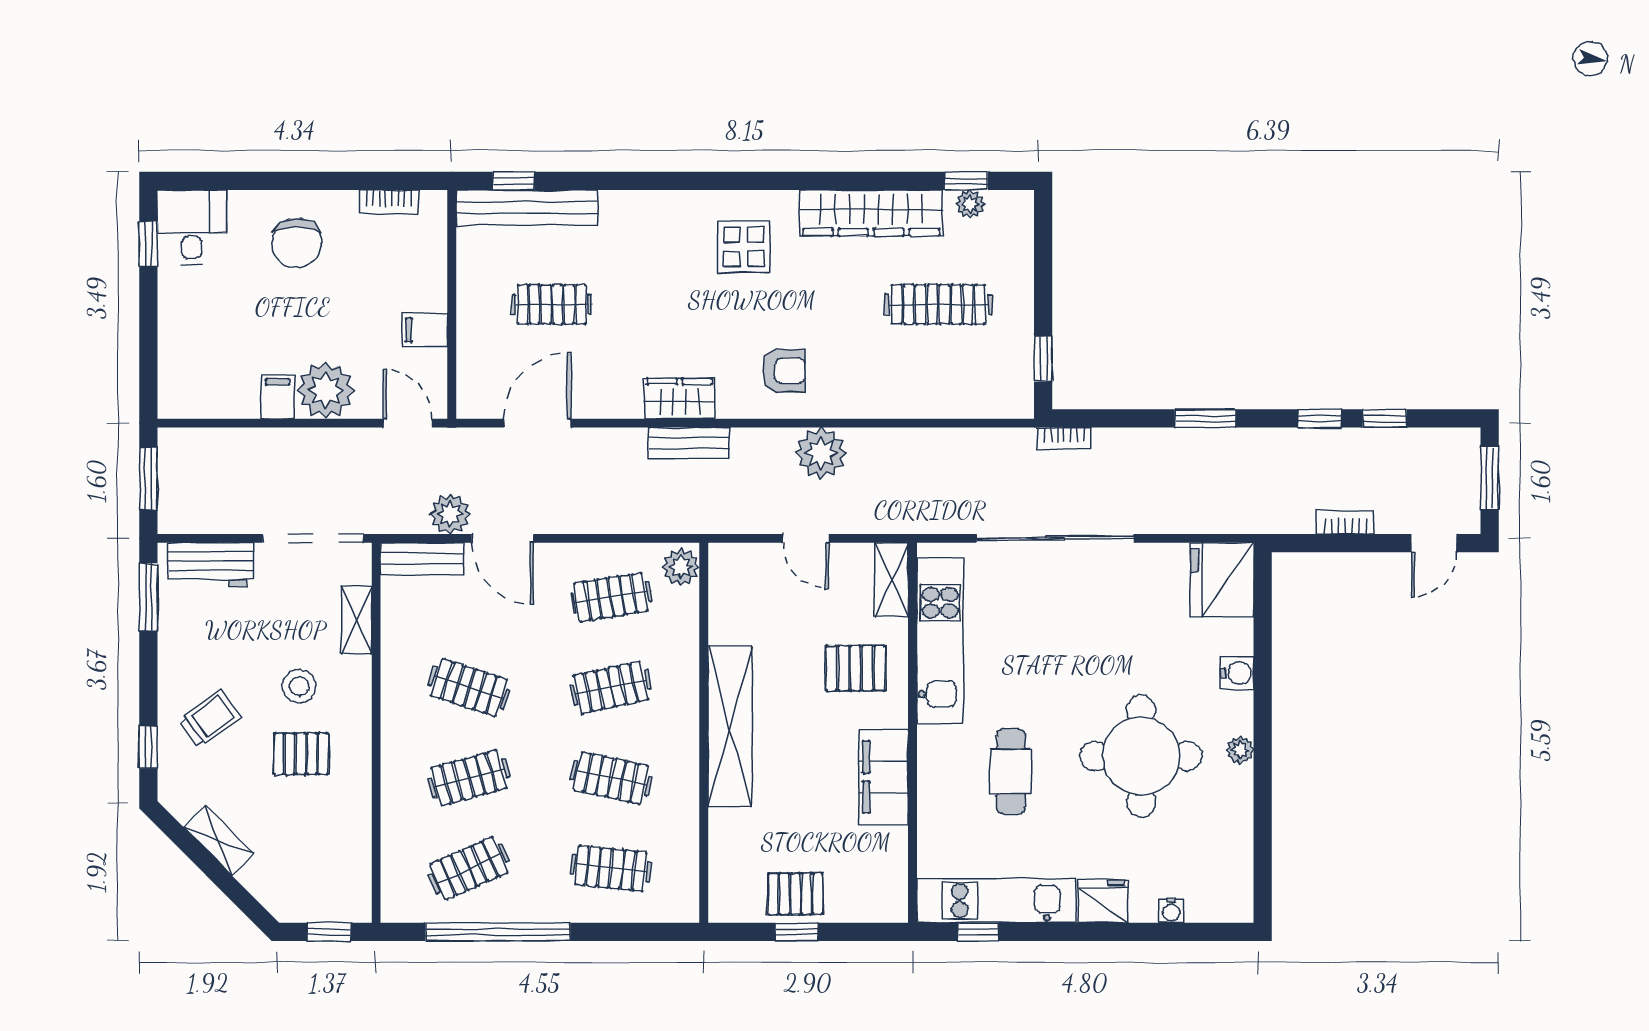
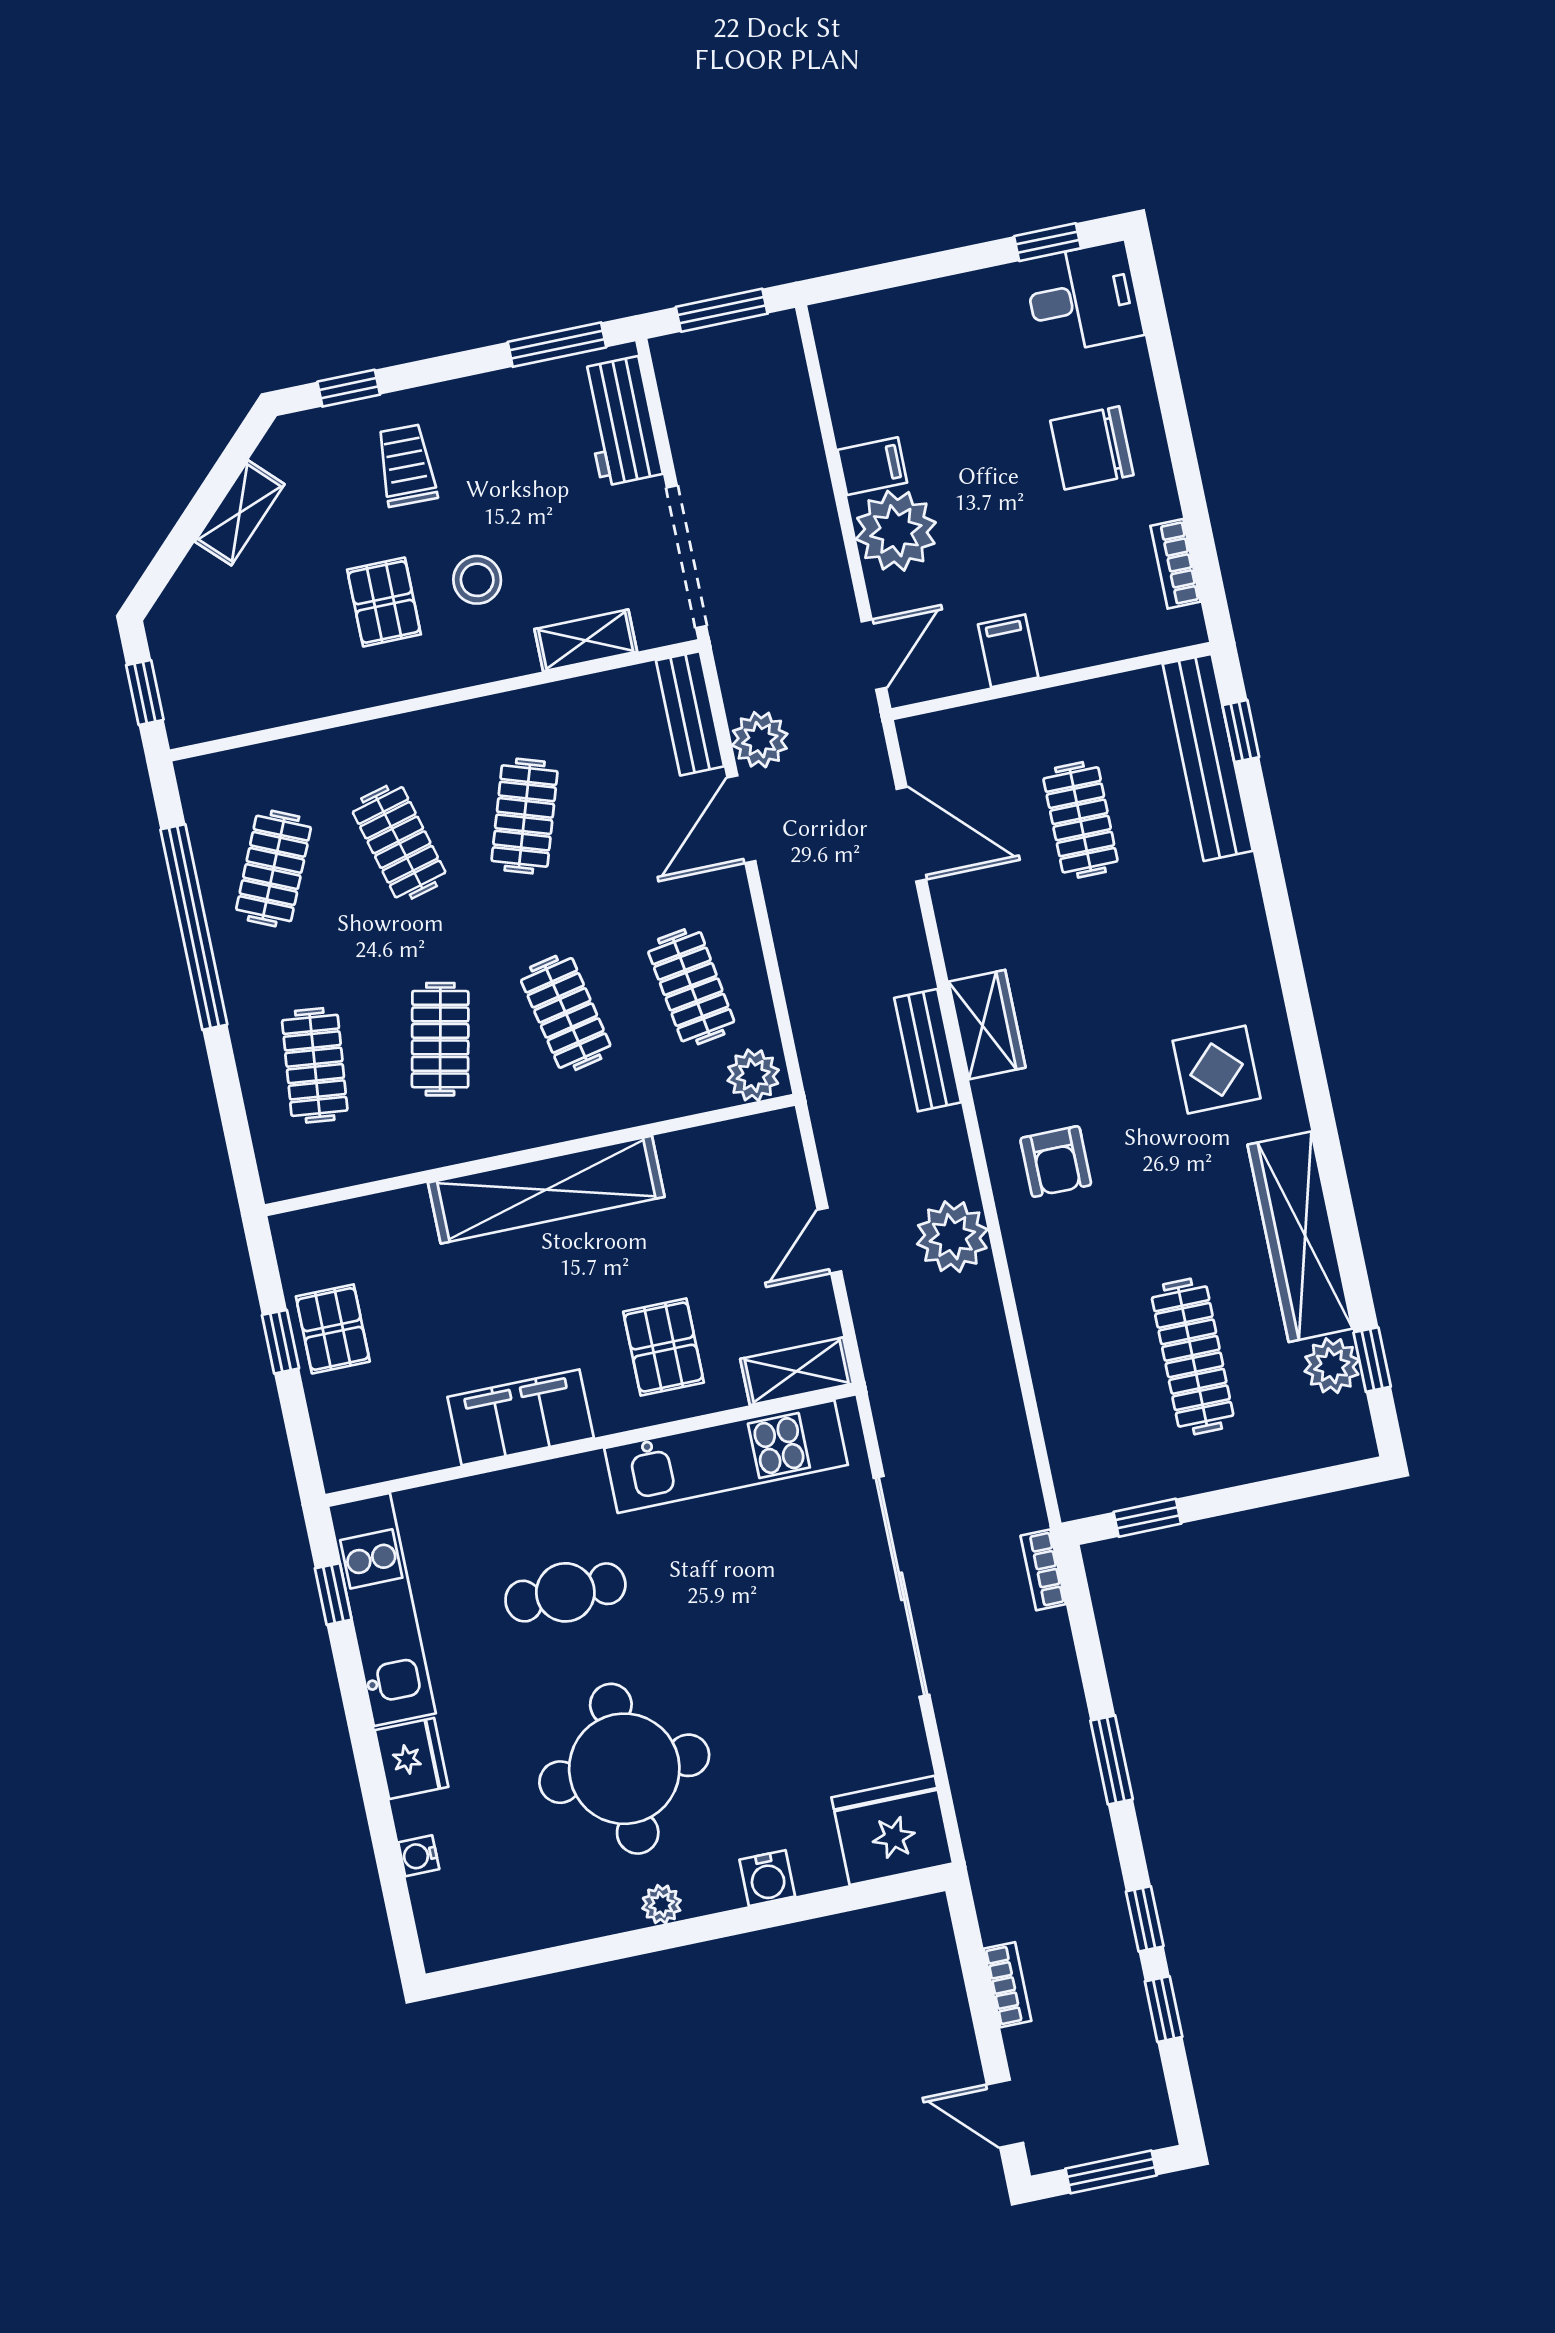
plant: (970, 204) -> (1332, 1366), width x1.38, depth x1.38
trolley: (210, 718) -> (406, 465), turned -143
clothes rail: (469, 868) -> (274, 868), turned 48

